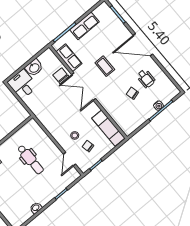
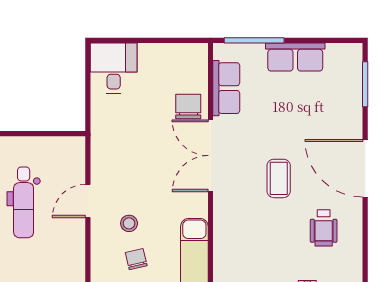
coffee table: (105, 66) -> (279, 178), moved
washbasin: (34, 68) -> (155, 57), removed
chair: (132, 93) -> (281, 233), removed
door: (69, 159) -> (88, 201), moved

